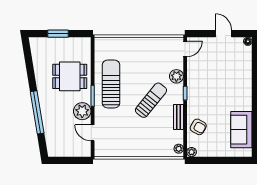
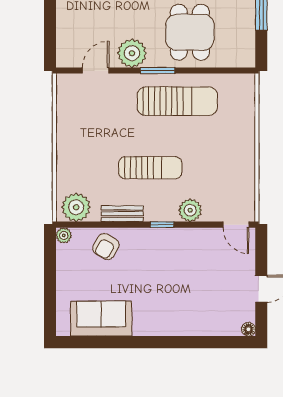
sun lounger: (151, 100) -> (150, 168), turned -39
plant: (179, 149) -> (76, 207), width x1.88, depth x1.88

